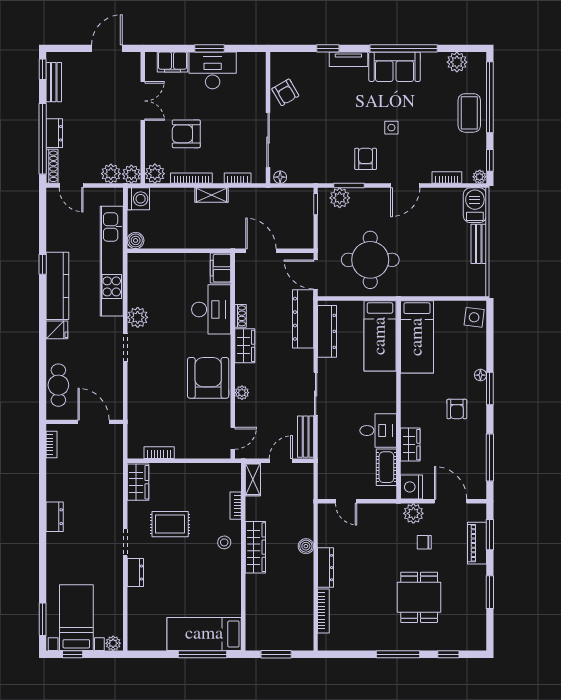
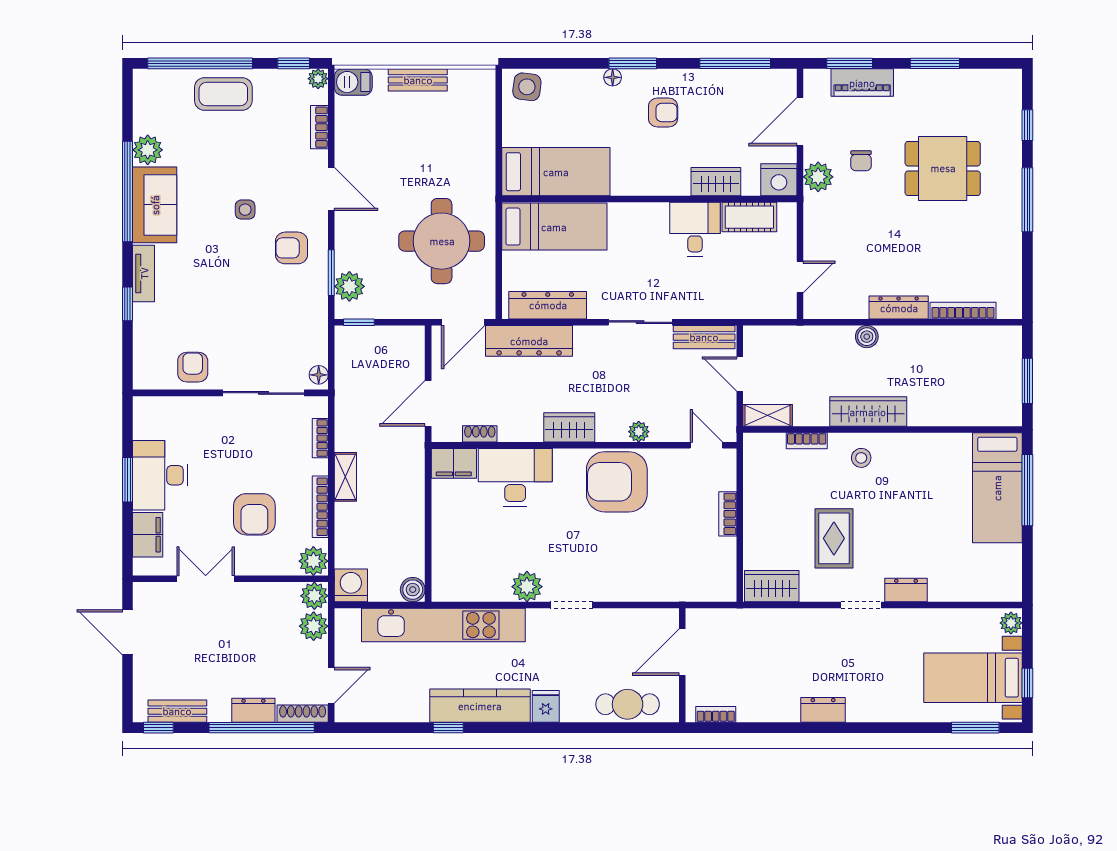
plant: (457, 62) -> (148, 150), moved
armchair: (285, 92) -> (193, 367), turned -60
barbecue: (475, 205) -> (353, 82), width x0.73, depth x0.79
shoe rack: (240, 316) -> (480, 434), moved
bookcase: (159, 453) -> (728, 514), moved

